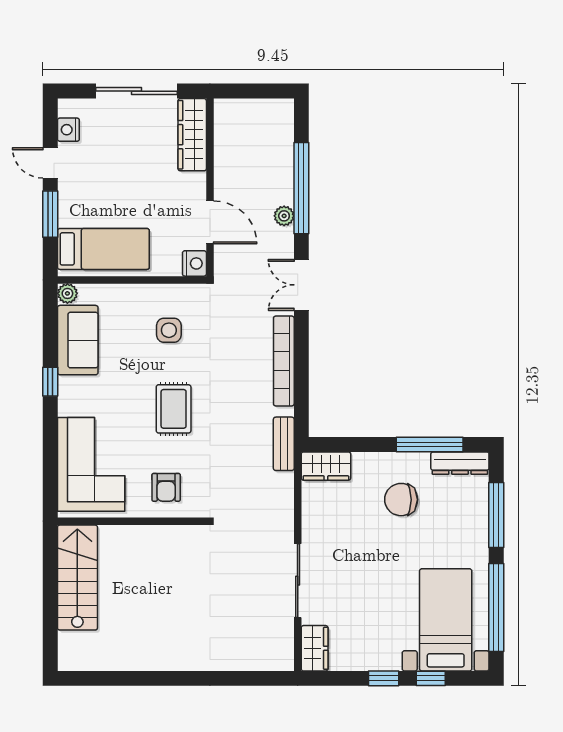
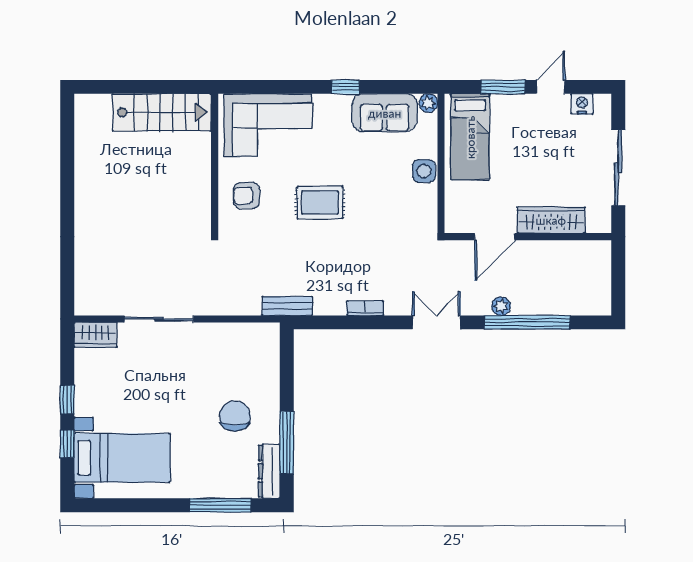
wardrobe: (192, 135) -> (551, 220), moved
nightstand: (194, 263) -> (456, 222), removed
side table: (169, 330) -> (424, 171), moved
bookcase: (284, 361) -> (365, 308), width x0.43, depth x0.76
wardrobe: (326, 466) -> (266, 345), removed
window: (496, 607) -> (134, 505), removed

